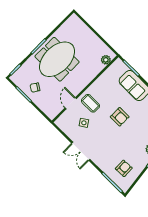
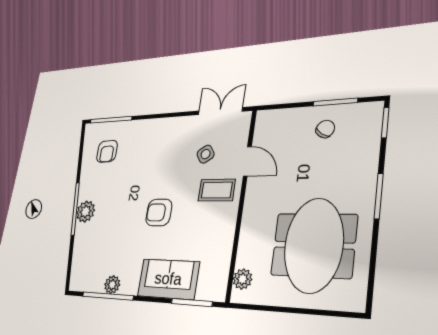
meeting table: (57, 59) -> (314, 245), moved
double door: (81, 151) -> (220, 111), moved

